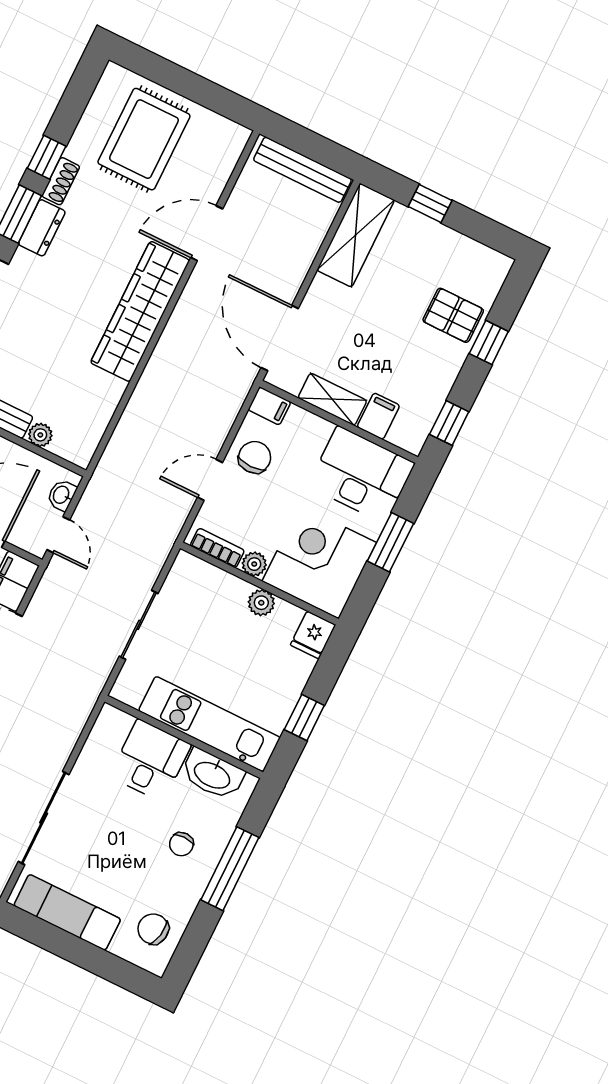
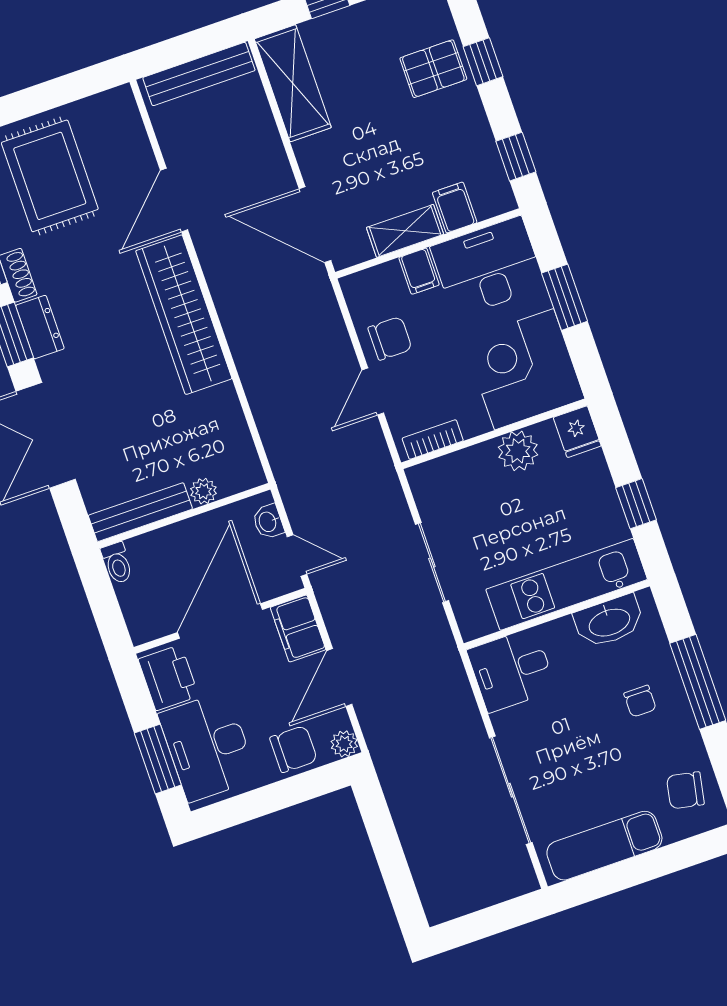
filing cabinet: (269, 406) -> (419, 271), moved, turned 90
chair: (255, 457) -> (390, 338), turned 90
plant: (254, 564) -> (475, 423), removed
plant: (261, 603) -> (518, 451), width x1.38, depth x1.38
desk: (150, 760) -> (512, 670), moved, turned -90

